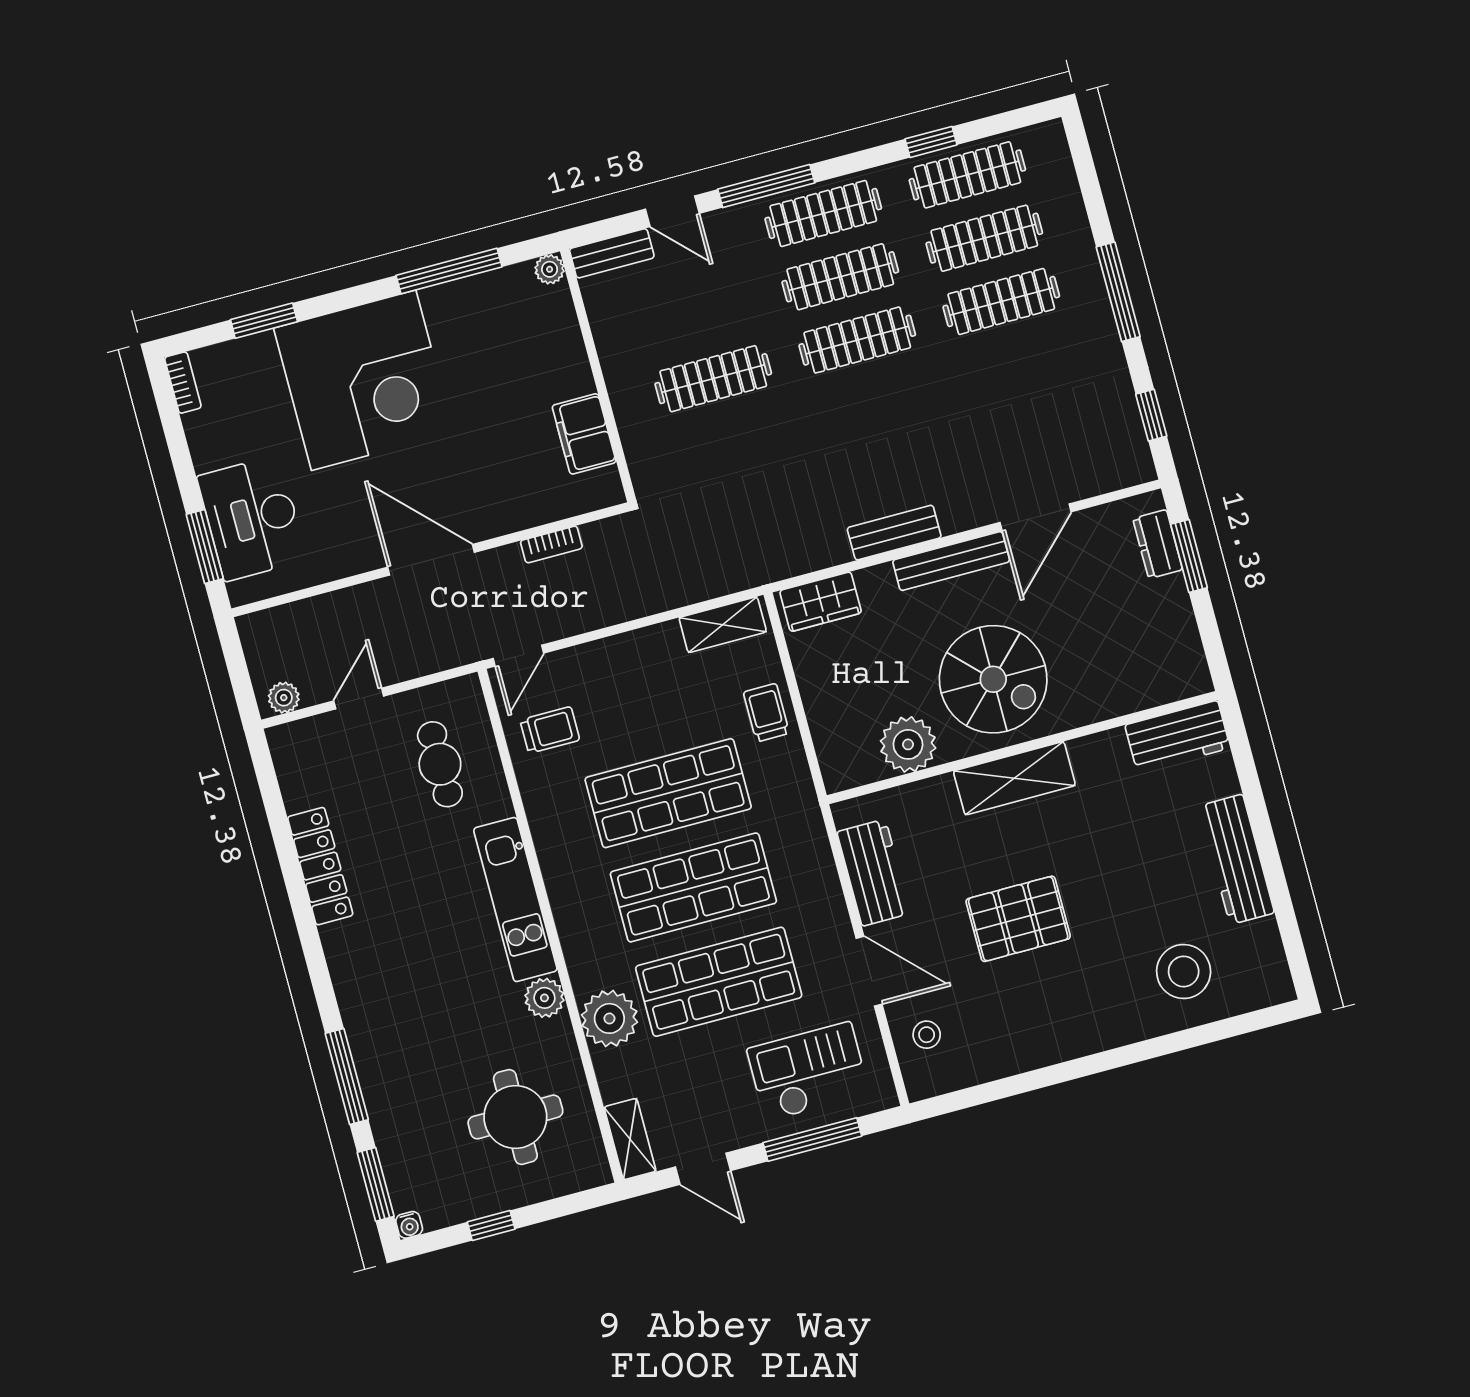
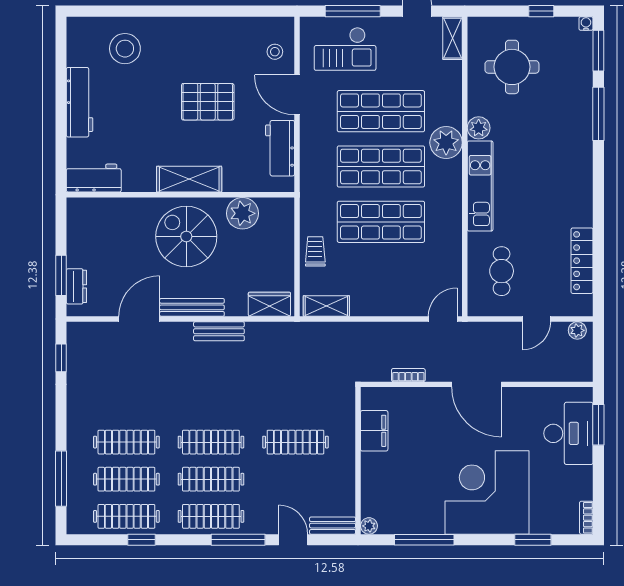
window: (1118, 292) -> (61, 479), moved
trolley: (766, 713) -> (315, 251), turned 180
trolley: (550, 730) -> (436, 274), removed
locker: (320, 866) -> (582, 261), moved
plant: (609, 1018) -> (446, 143), moved

